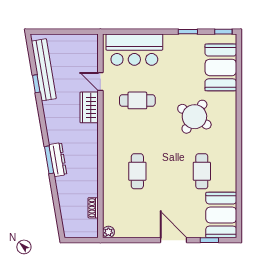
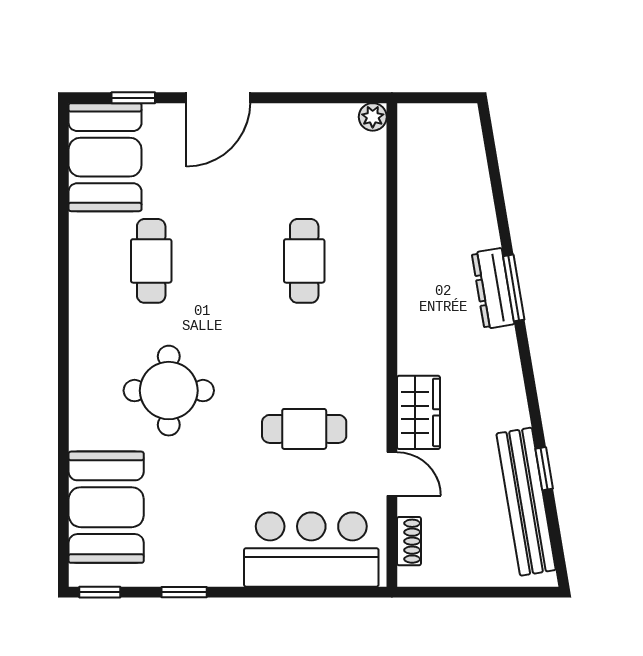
round table: (194, 117) -> (169, 391), turned -33
shoe rack: (93, 208) -> (409, 541), moved
door: (174, 240) -> (218, 98), hinge flipped

